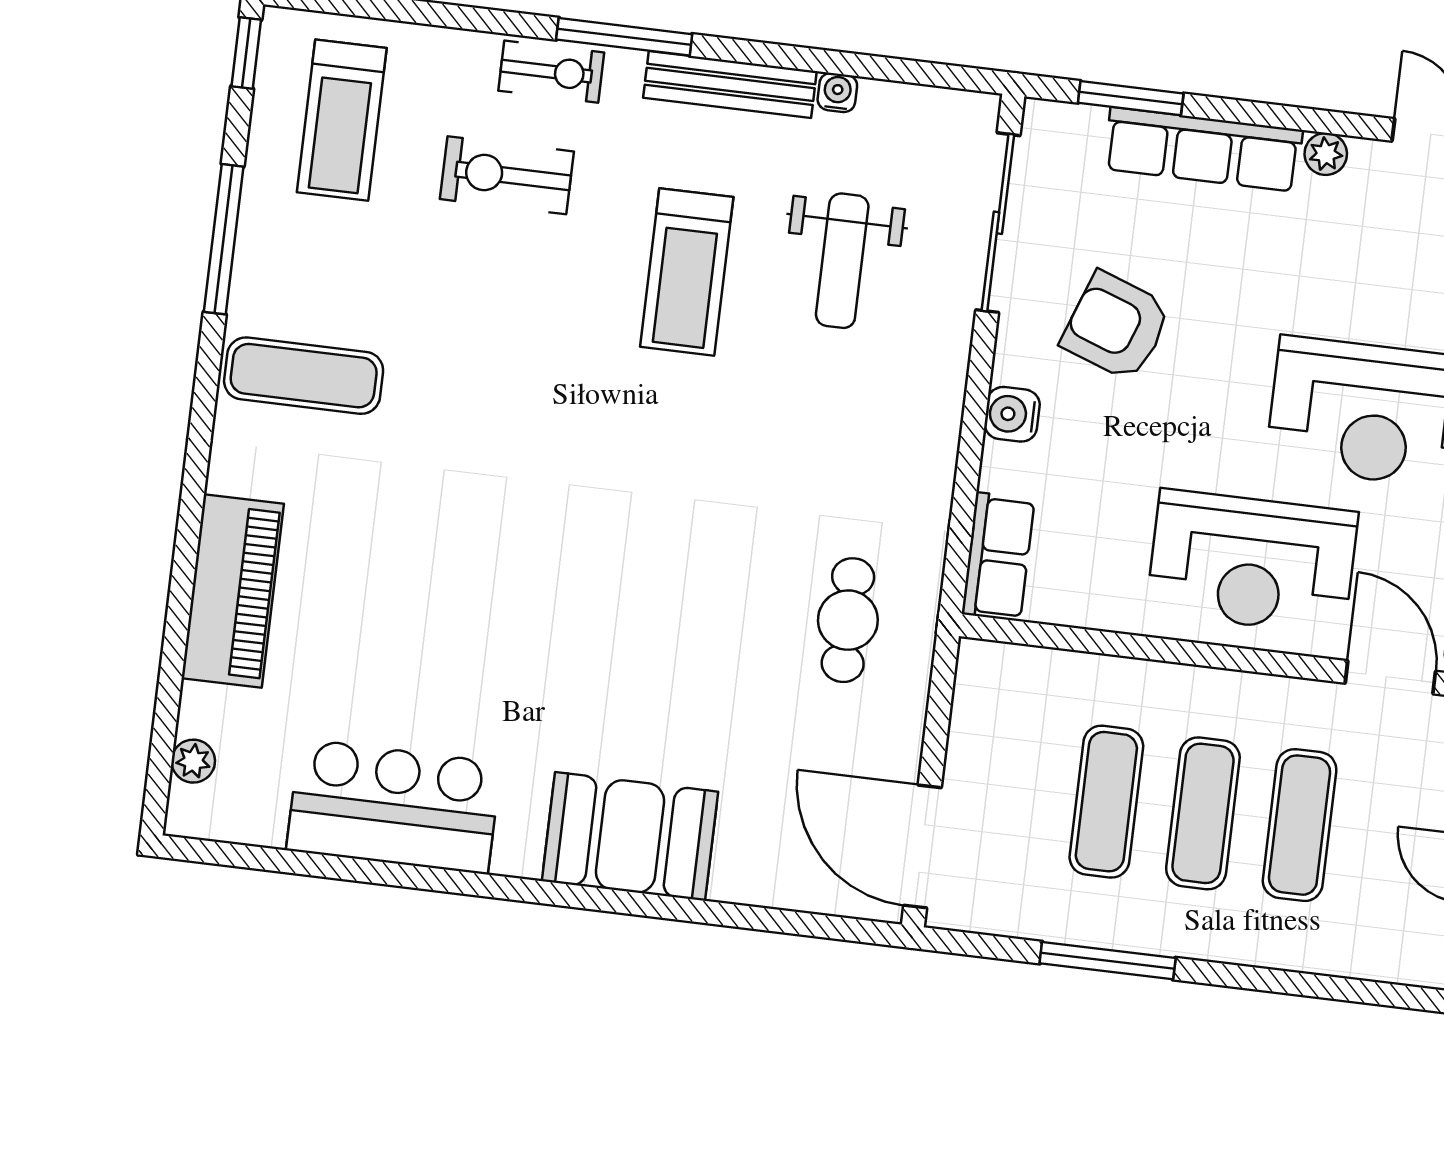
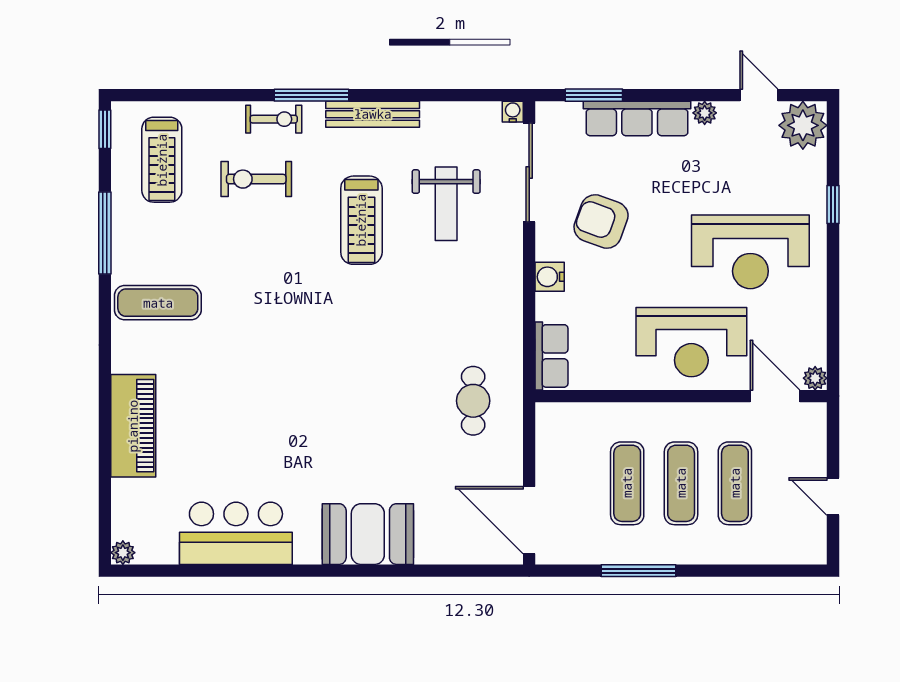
water cooler: (837, 93) -> (513, 112), moved
plant: (193, 761) -> (123, 553), moved

